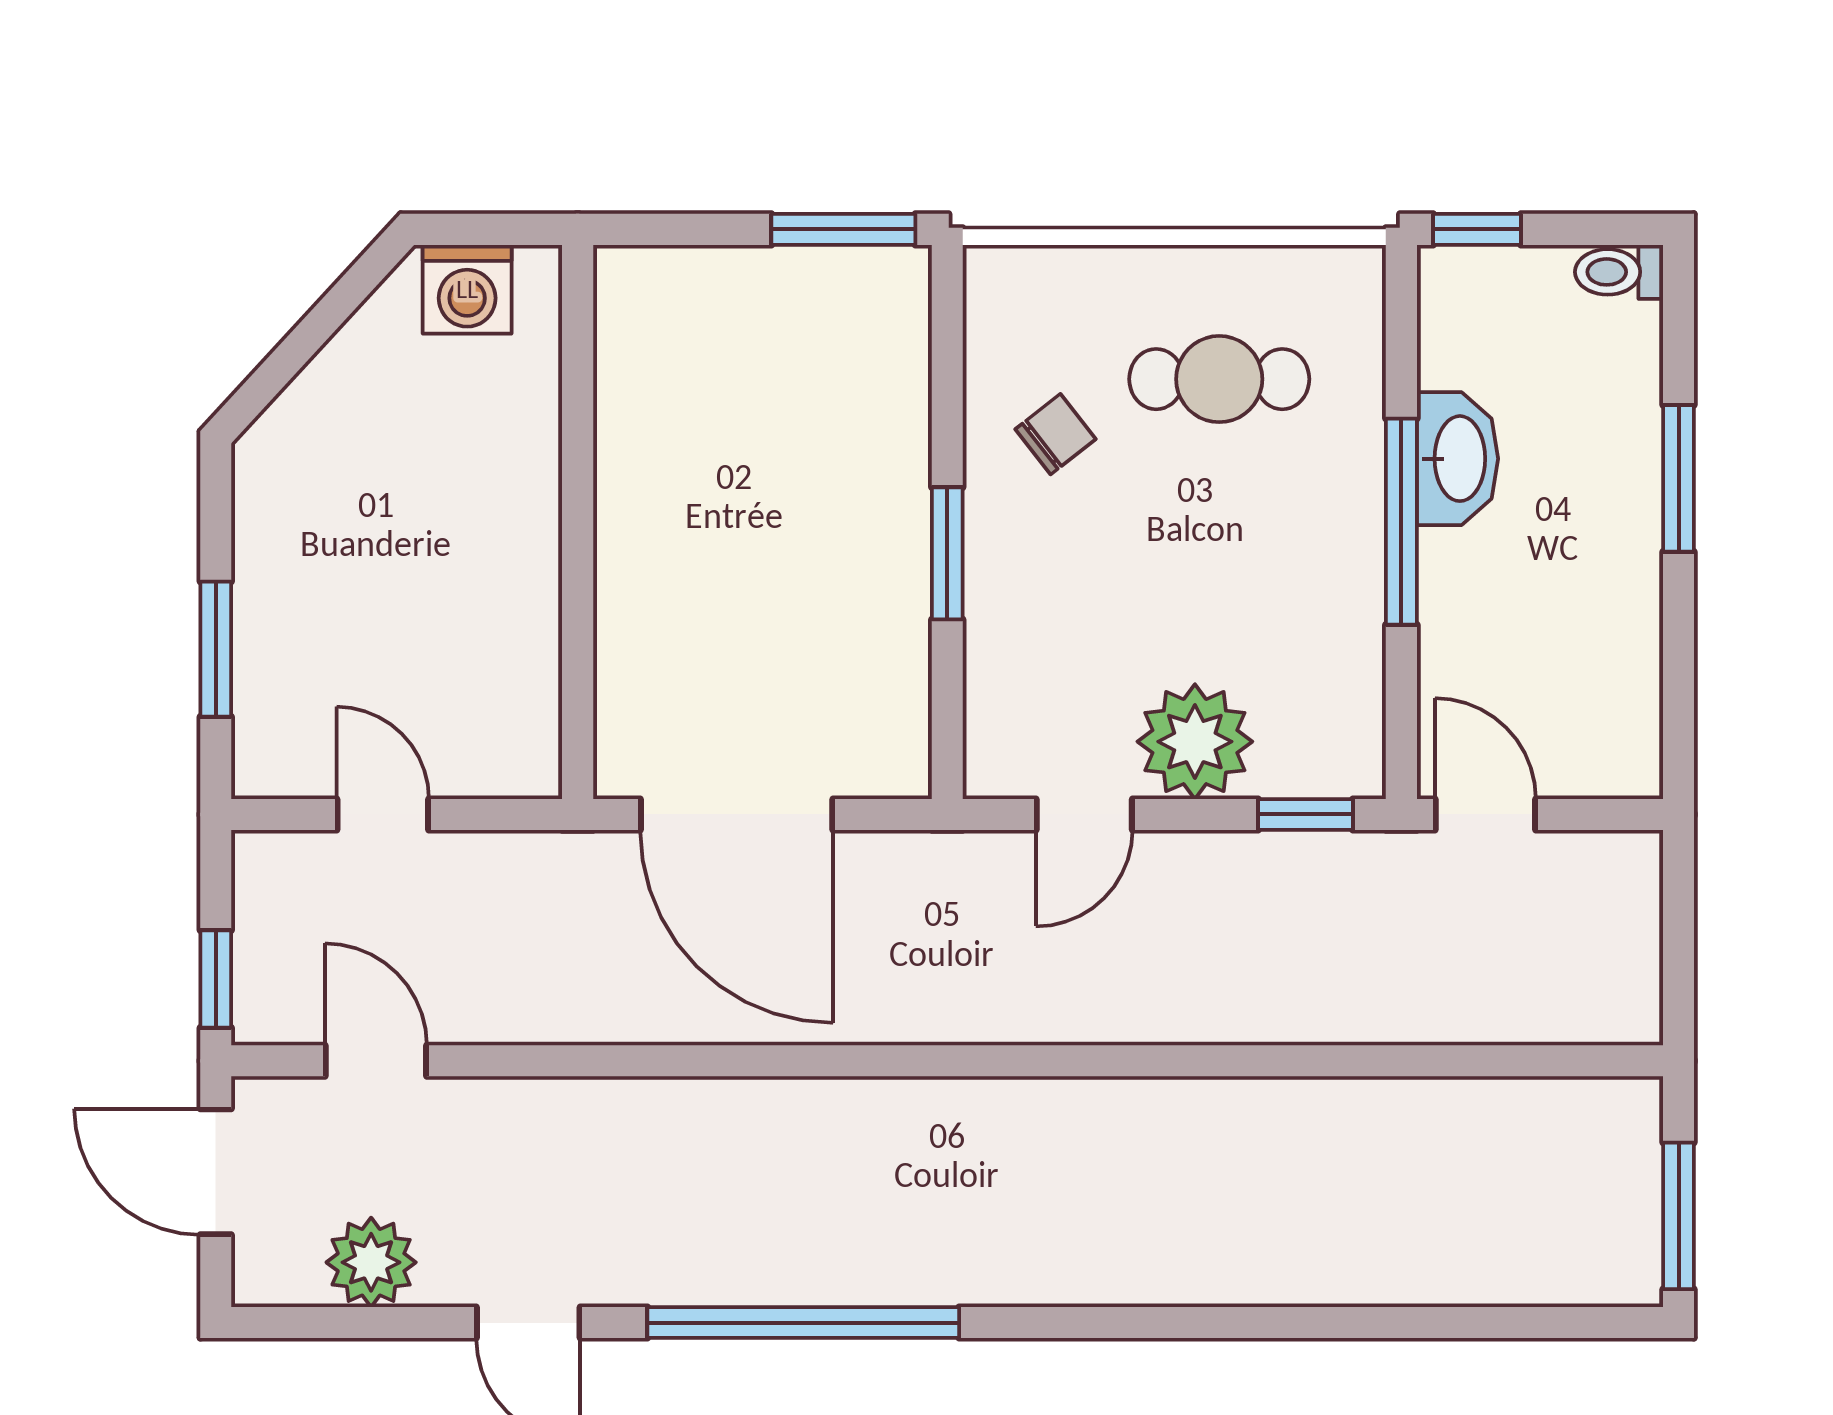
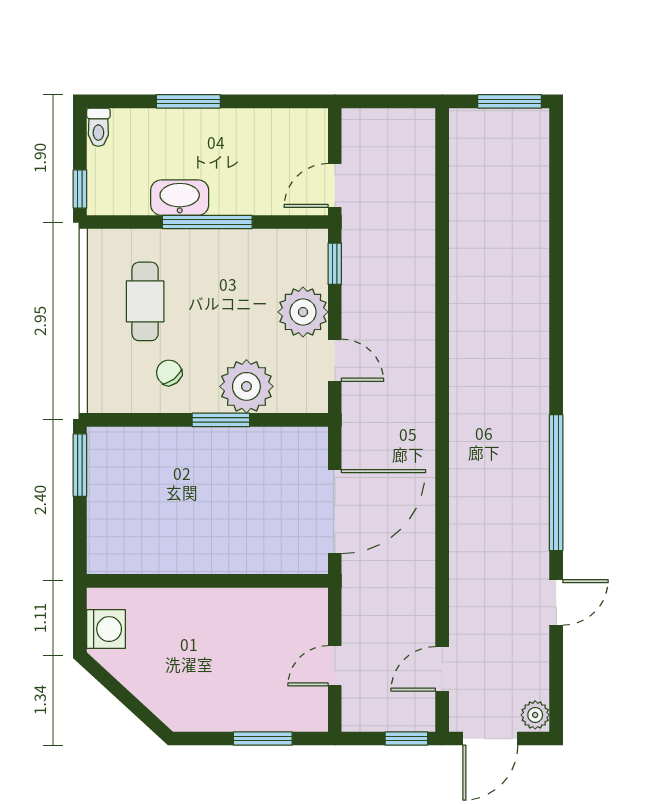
plant: (1024, 612) -> (246, 386), added
plant: (371, 1262) -> (535, 715), moved, width x0.73, depth x0.73

